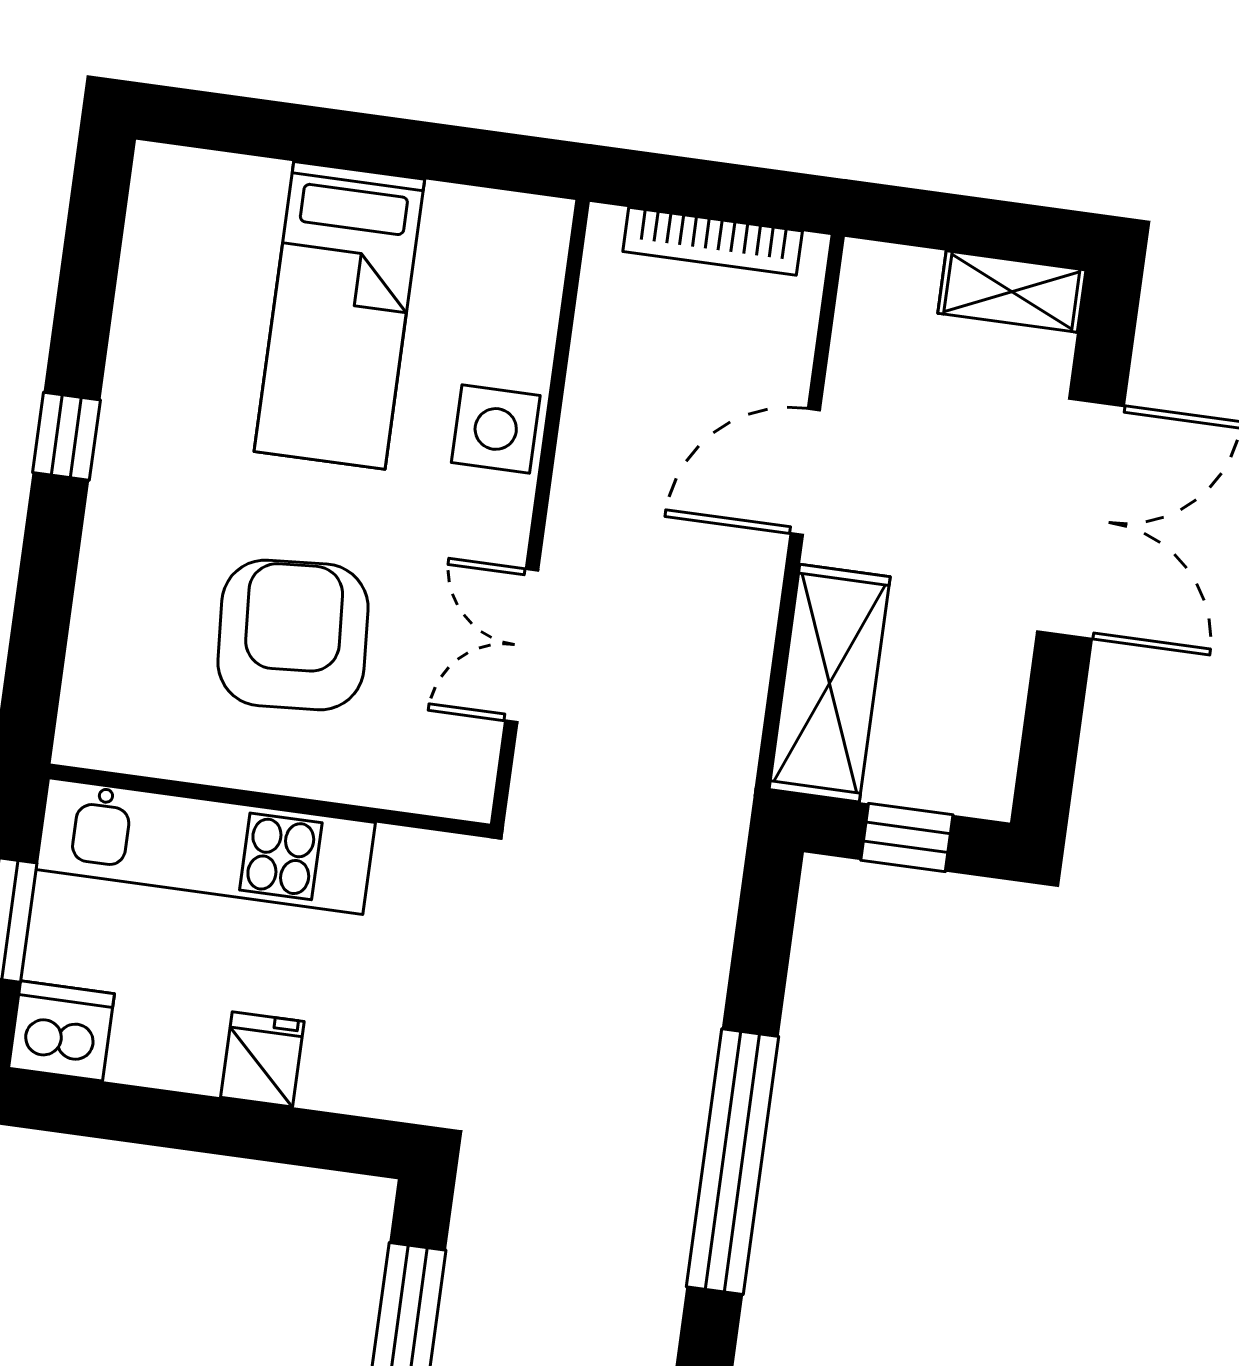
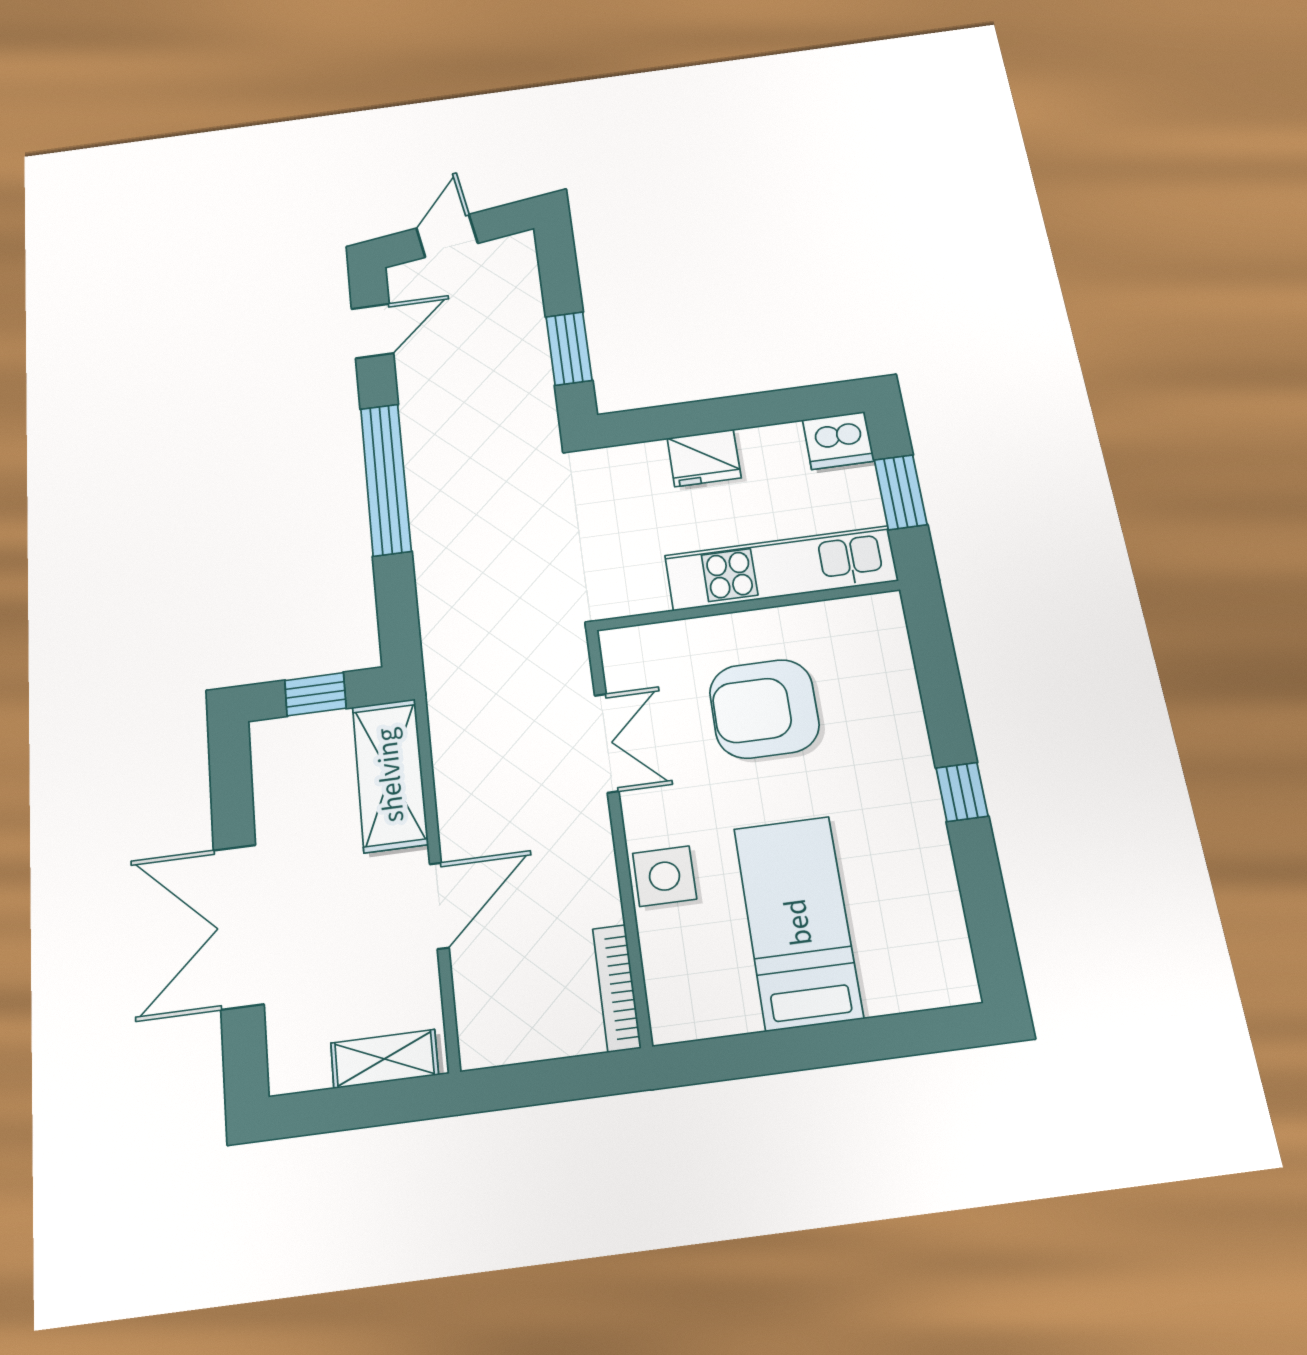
bookcase: (713, 241) -> (617, 988), moved, turned -90
shelving: (1012, 292) -> (384, 1059), moved
armchair: (293, 635) -> (764, 709), turned 94
fridge: (262, 1059) -> (704, 458), width x1.38

